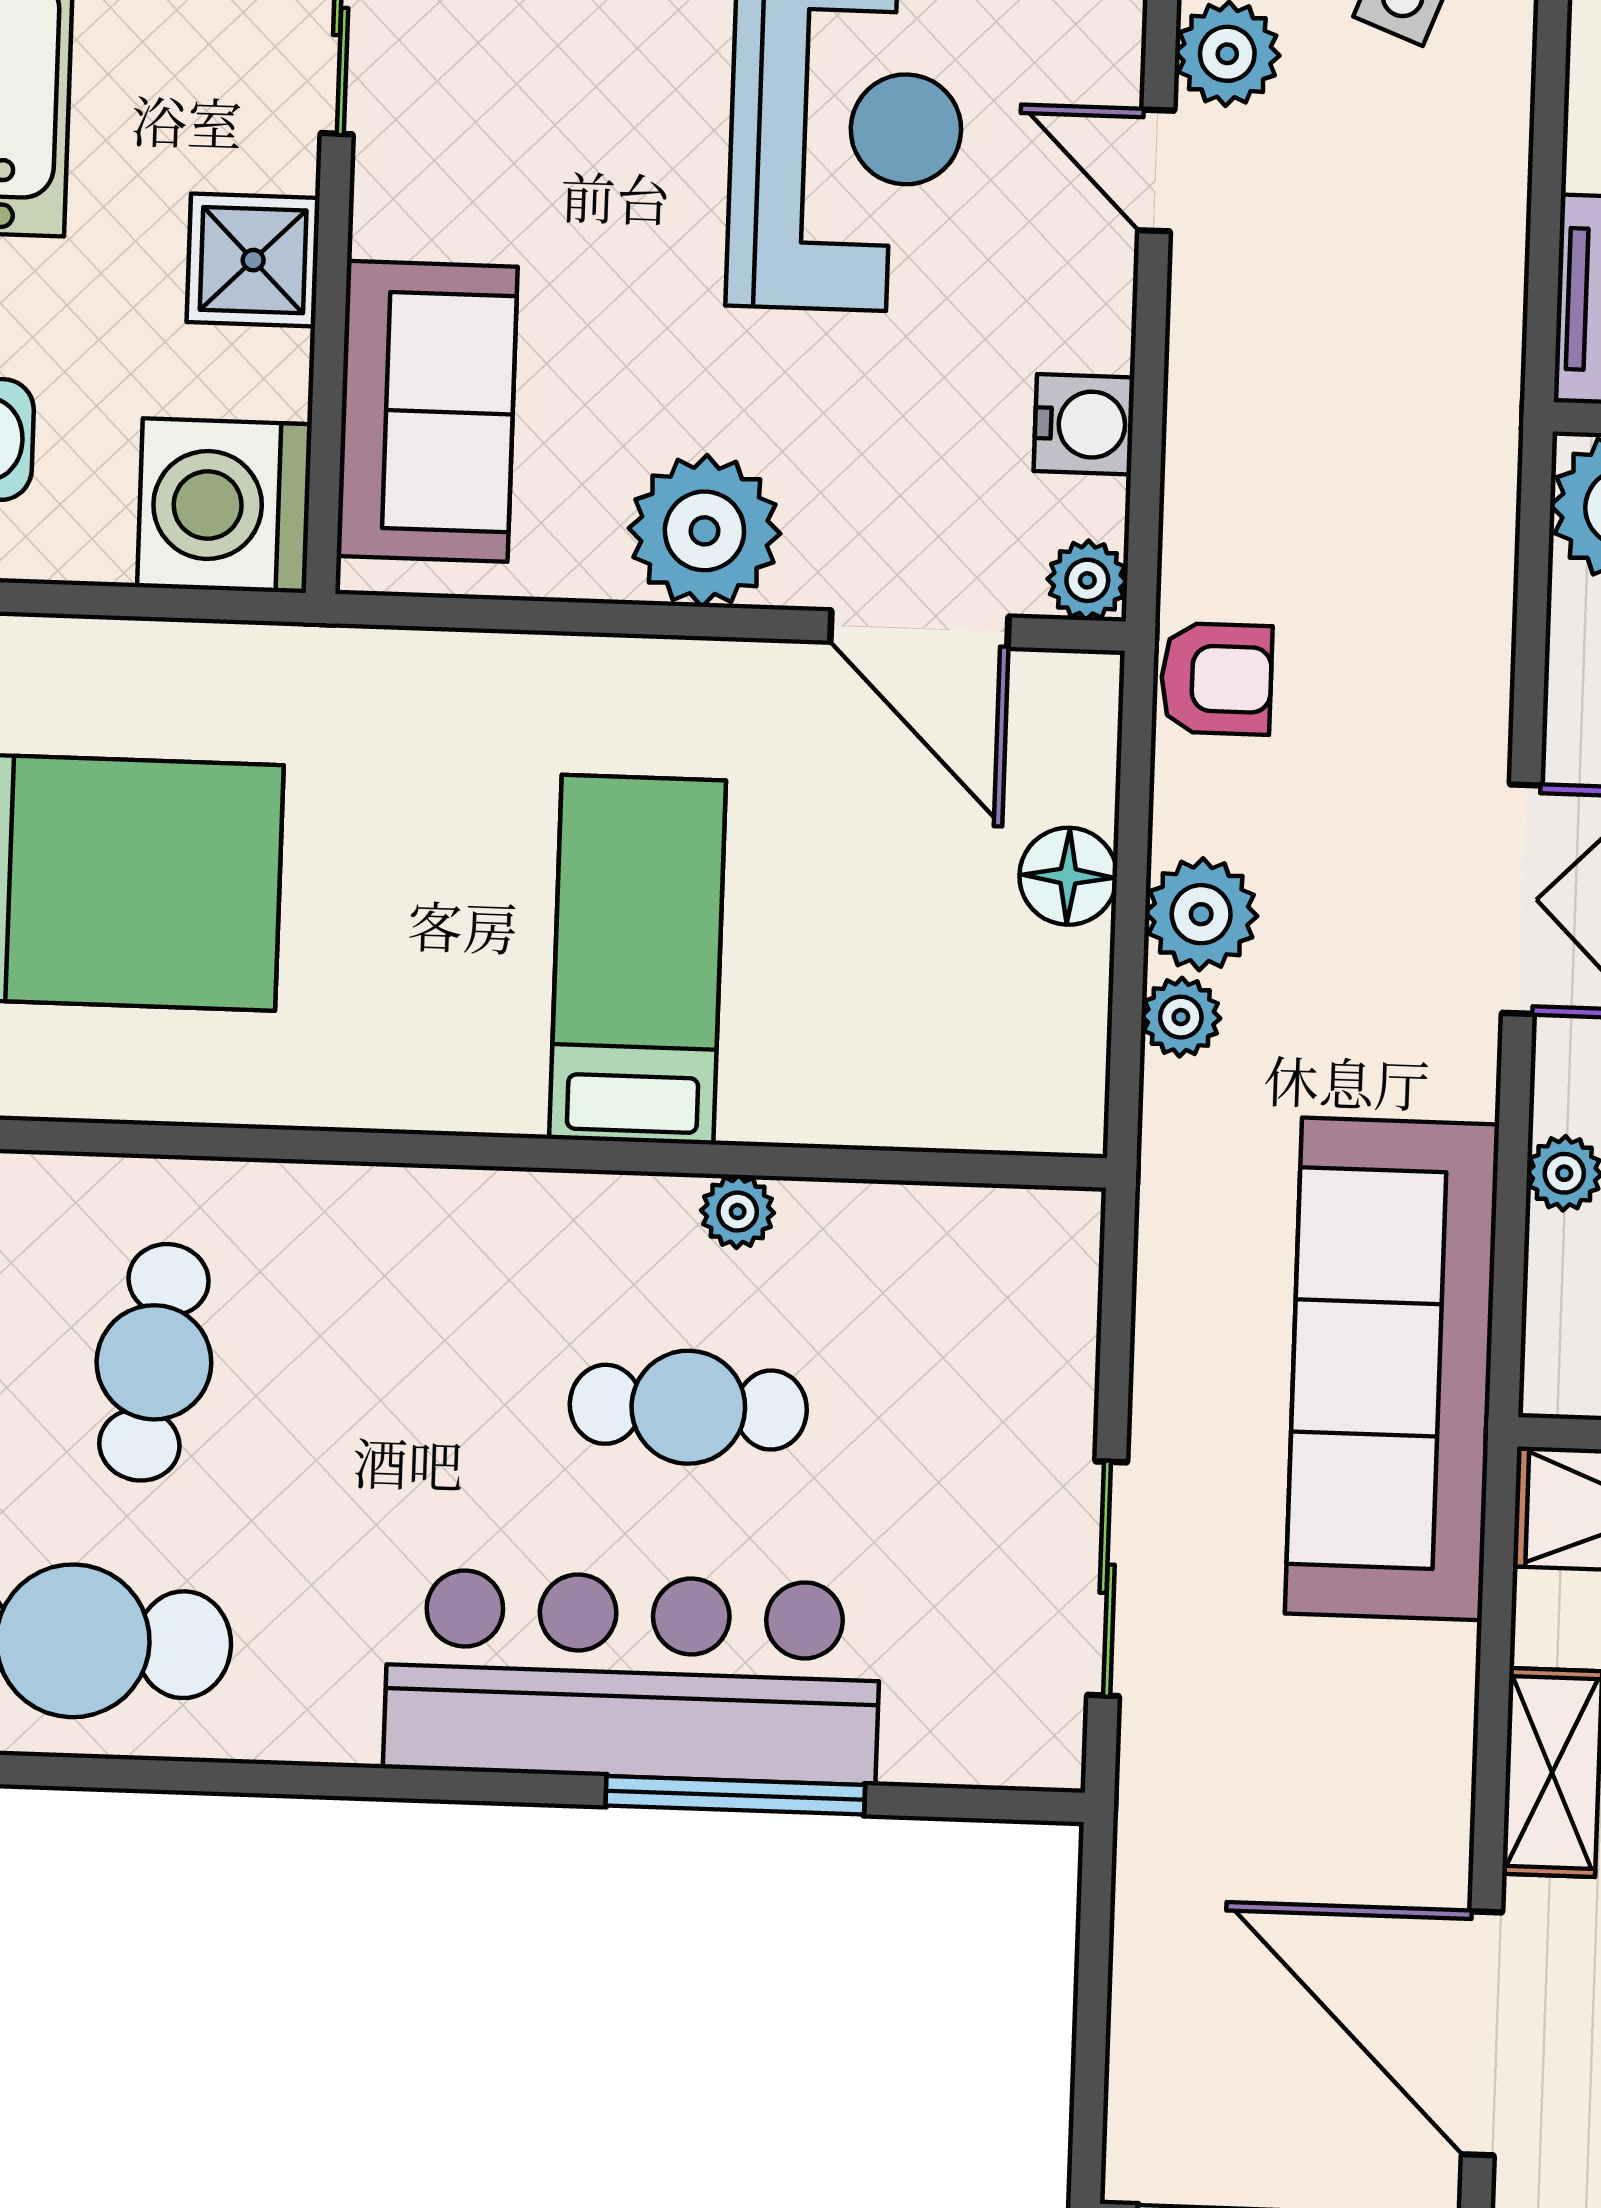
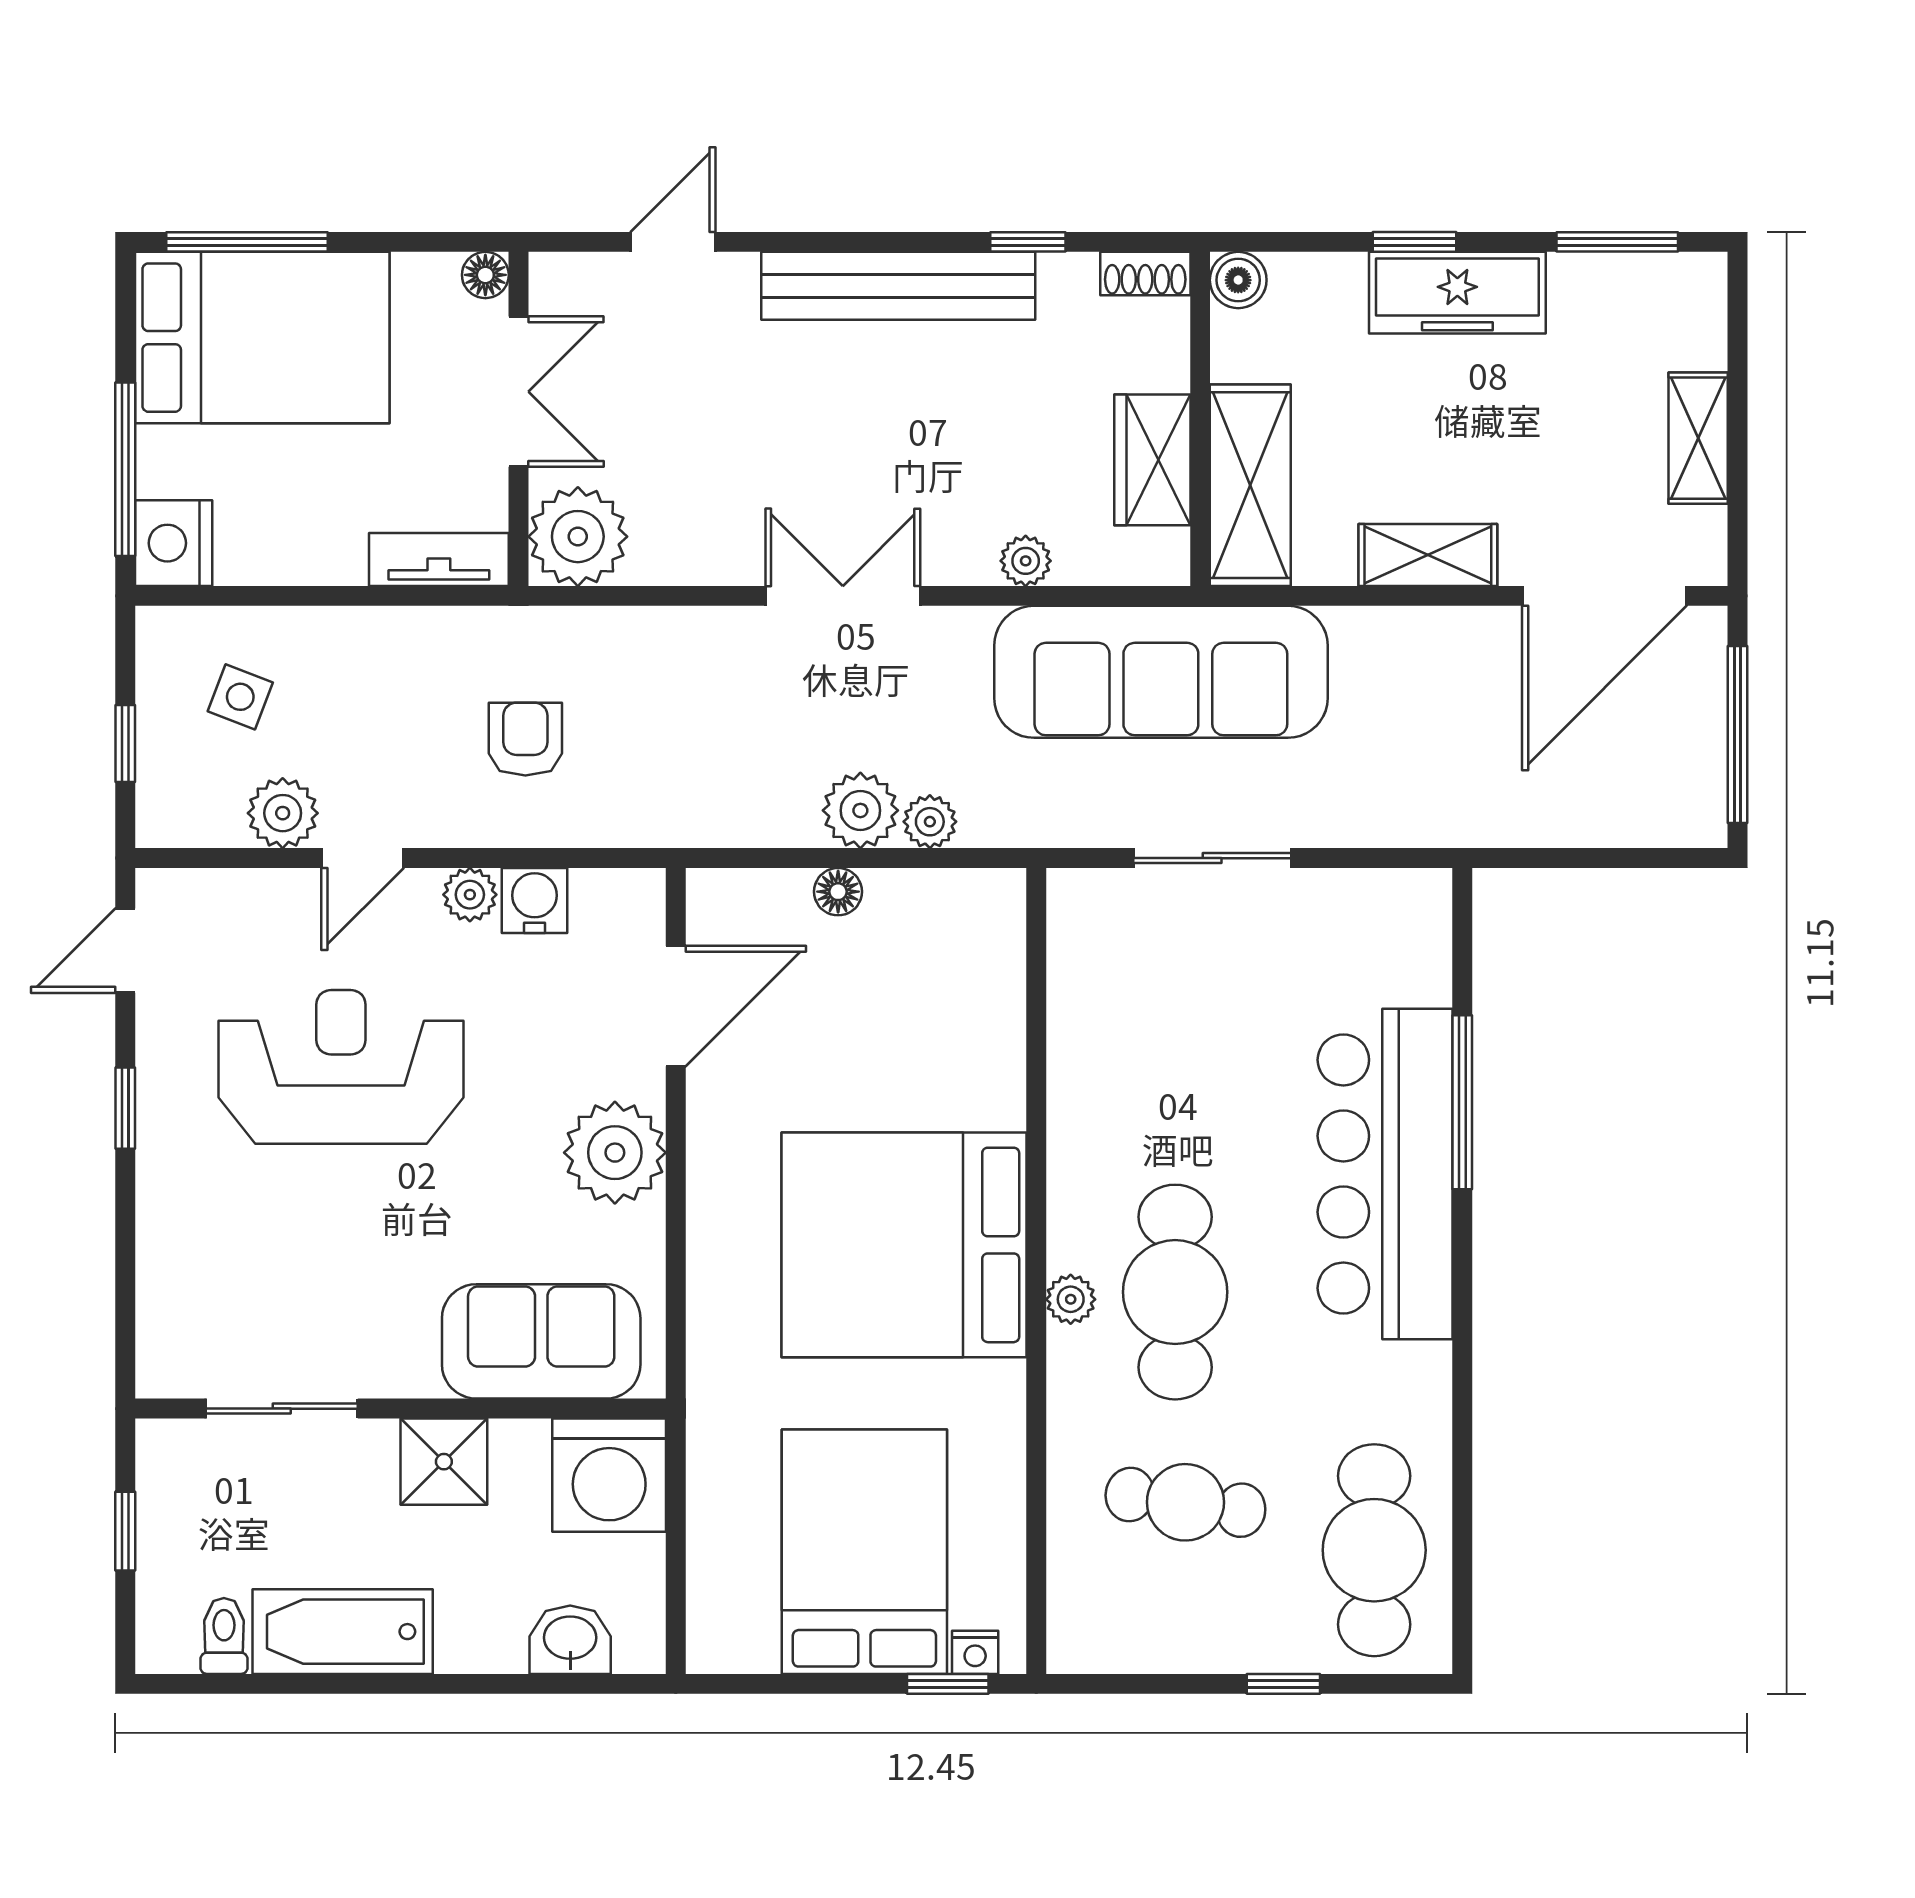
plant: (1087, 580) -> (470, 895), moved
armchair: (1216, 679) -> (525, 739), moved
floor lamp: (1068, 876) -> (838, 892), width x0.73, depth x0.73
bed: (638, 960) -> (904, 1245), width x2.04
plant: (738, 1212) -> (1071, 1299), moved
cafe table: (688, 1407) -> (1175, 1292), moved, width x1.37, depth x1.35
sliding door: (1107, 1579) -> (1212, 858), moved

